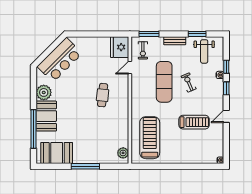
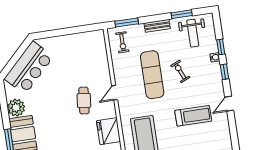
fridge: (120, 47) -> (108, 131), moved
door: (130, 68) -> (115, 93), moved

